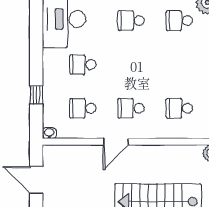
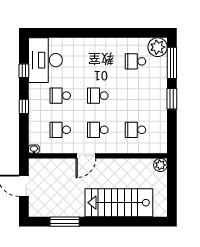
school desk: (131, 21) -> (98, 96), moved
window: (36, 33) -> (24, 71), added
window: (36, 95) -> (24, 106), moved

